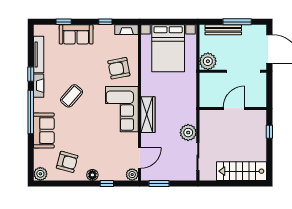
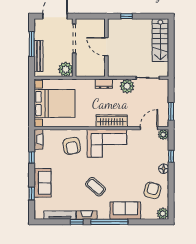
dresser: (191, 106) -> (104, 84), added
door: (140, 158) -> (149, 128), hinge flipped

